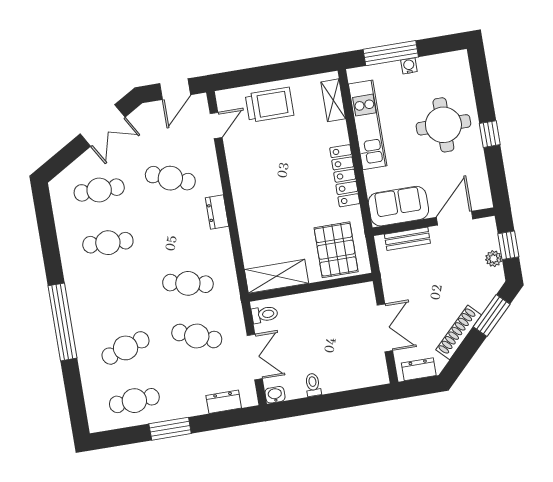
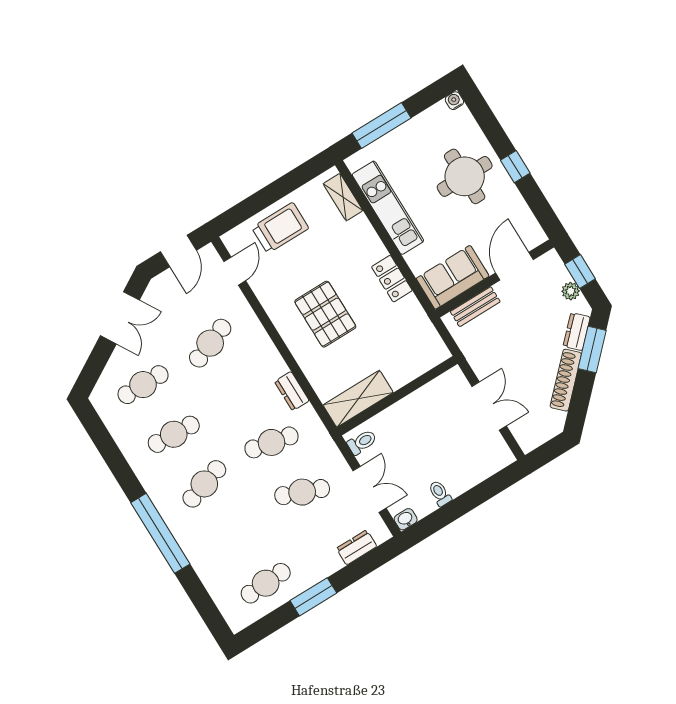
water cooler: (409, 66) -> (454, 101), moved
locker: (345, 176) -> (392, 279), width x0.66
cafe table: (170, 178) -> (210, 343), turned -42
dresser: (217, 212) -> (292, 391), moved
pallet: (336, 250) -> (325, 314), moved
cafe table: (126, 348) -> (204, 484), moved
dresser: (419, 369) -> (577, 332), moved, turned -45

